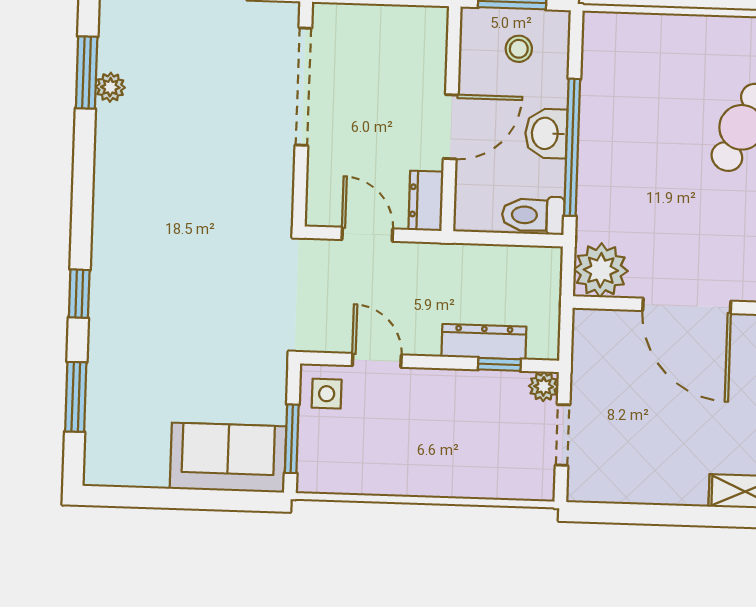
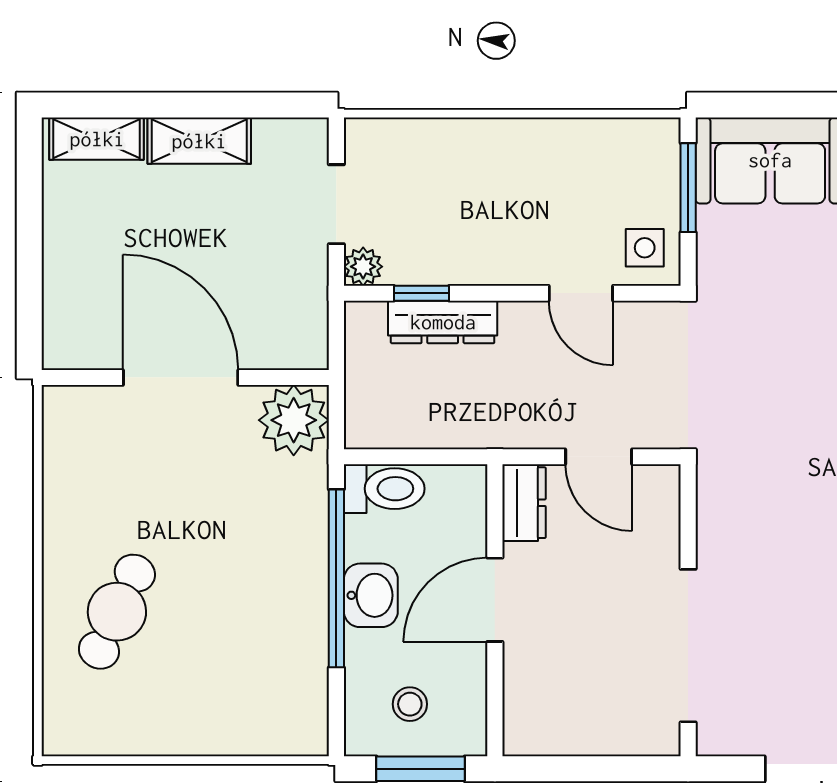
shelving: (666, 487) -> (199, 141), added

